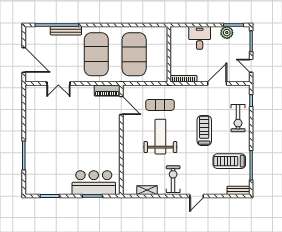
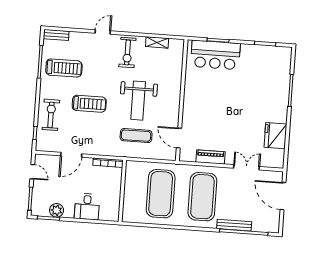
piano: (107, 90) -> (210, 157), moved
fridge: (35, 114) -> (275, 136), added
treadmill: (204, 131) -> (89, 104), turned -90

